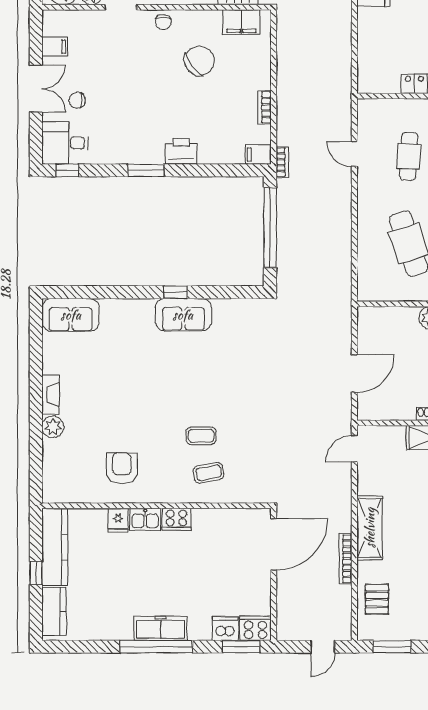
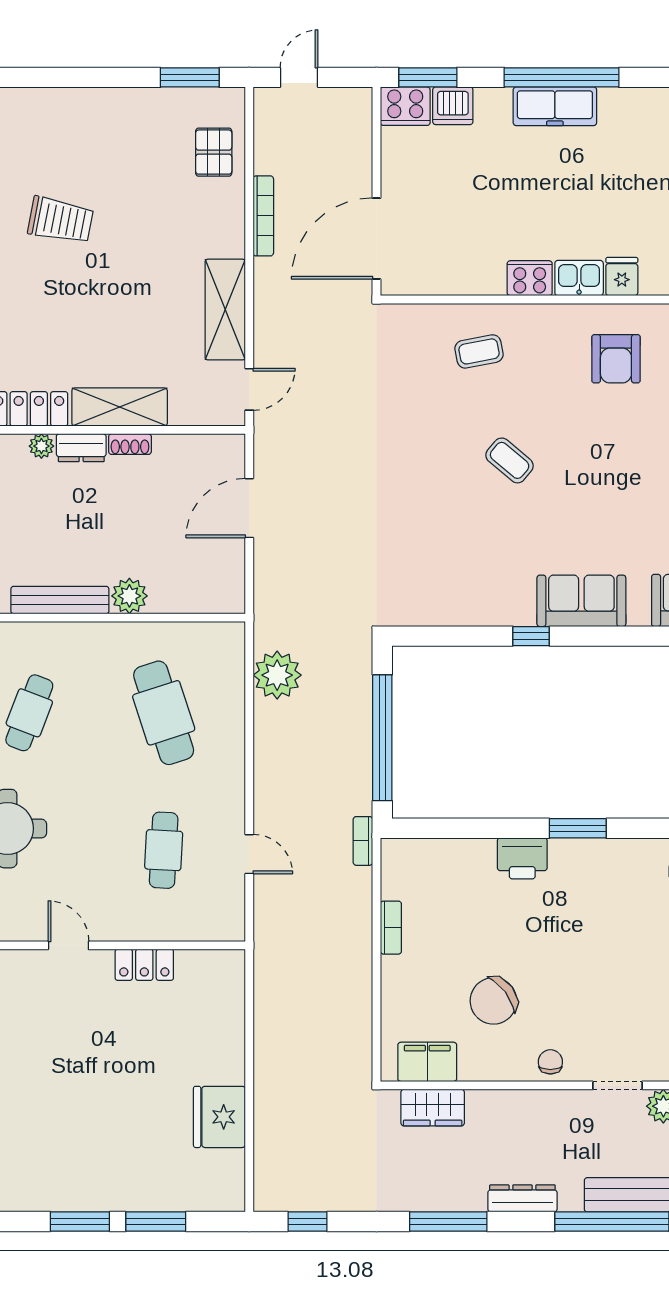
filing cabinet: (258, 155) -> (401, 853), removed
plant: (337, 267) -> (277, 675), added
sofa: (183, 315) -> (581, 601), moved
coffee table: (201, 436) -> (510, 460), moved, turned 40
shelving: (370, 528) -> (225, 310), moved

